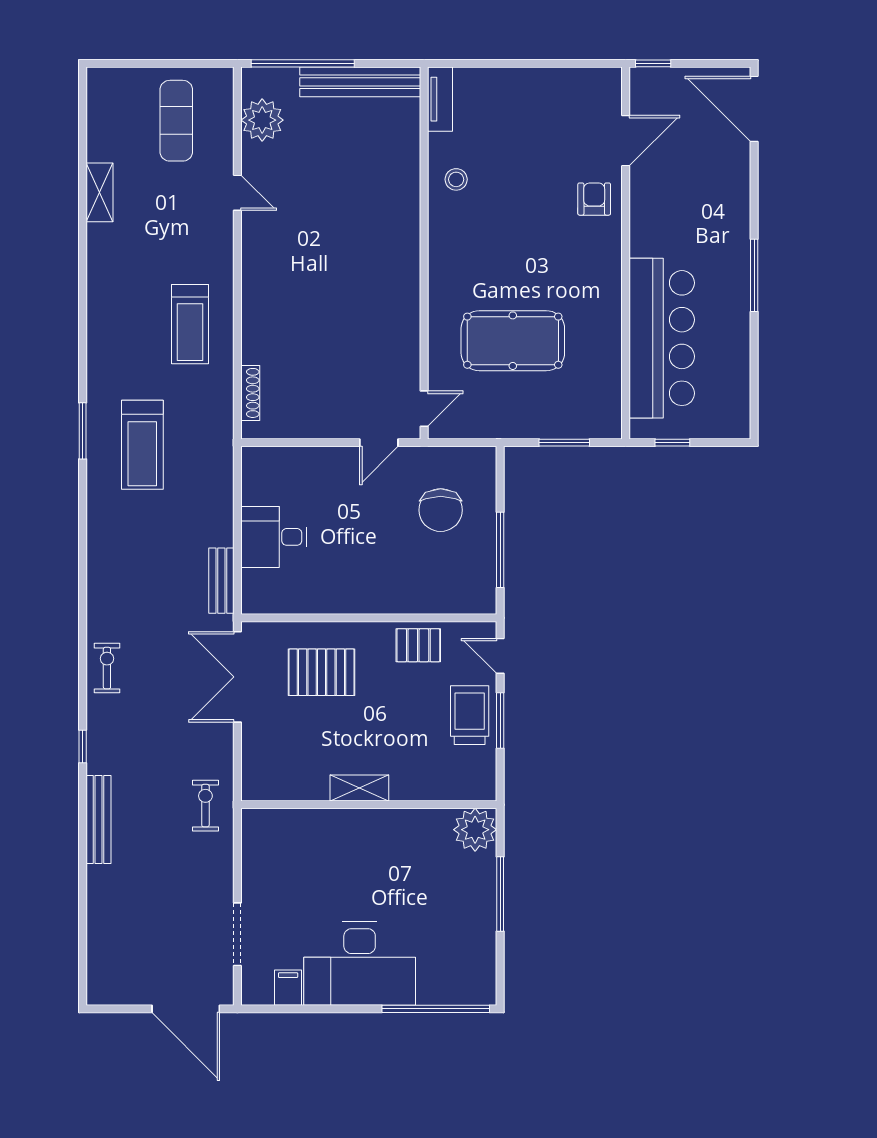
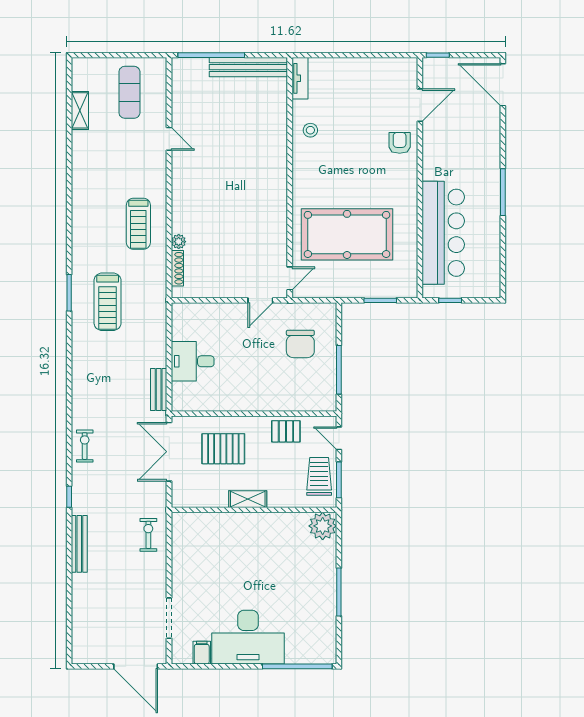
plant: (262, 120) -> (179, 242), moved, width x0.53, depth x0.53
shelving: (99, 192) -> (80, 110), moved
pool table: (513, 341) -> (347, 234), width x1.36, depth x1.32
shelving: (359, 788) -> (248, 499), moved
wall: (369, 805) -> (254, 510), moved
plant: (475, 830) -> (323, 526), moved

